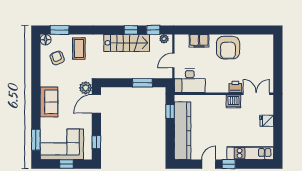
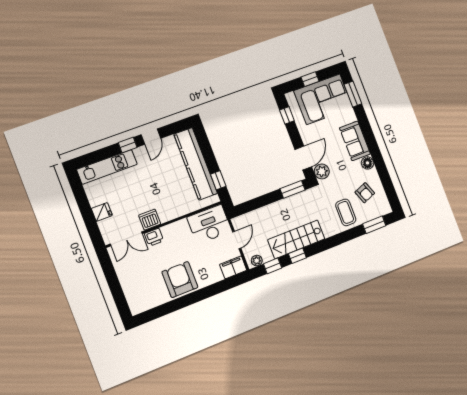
floor lamp: (46, 40) -> (367, 163), moved
filing cabinet: (199, 41) -> (233, 267), moved
window: (142, 83) -> (292, 189), moved

